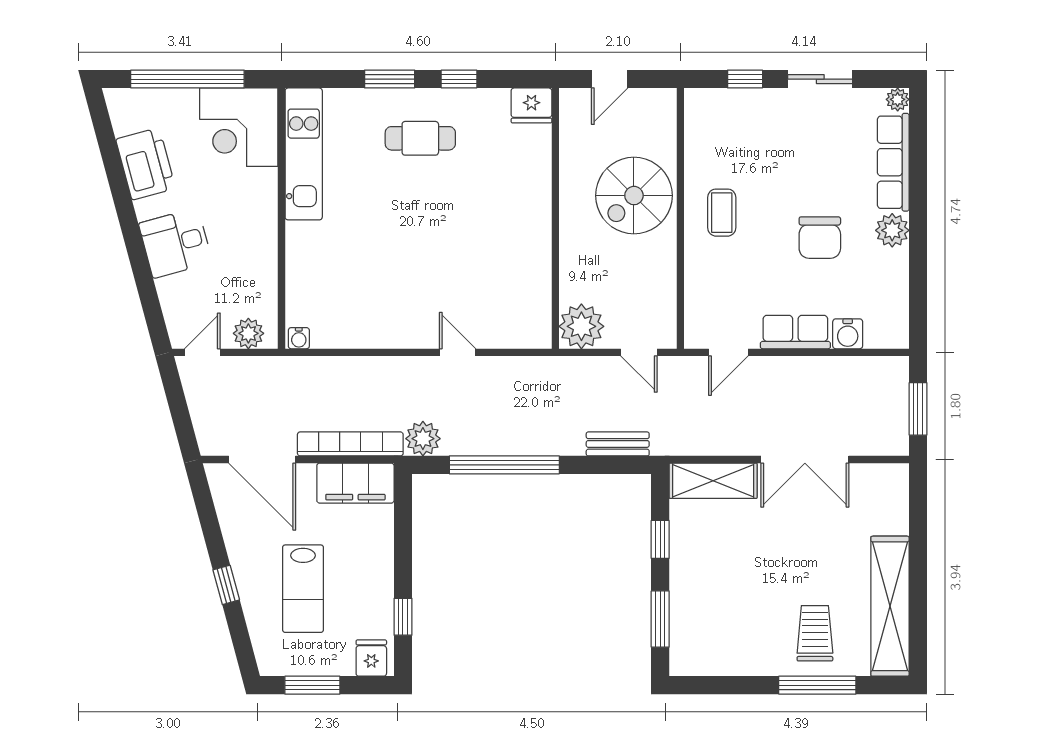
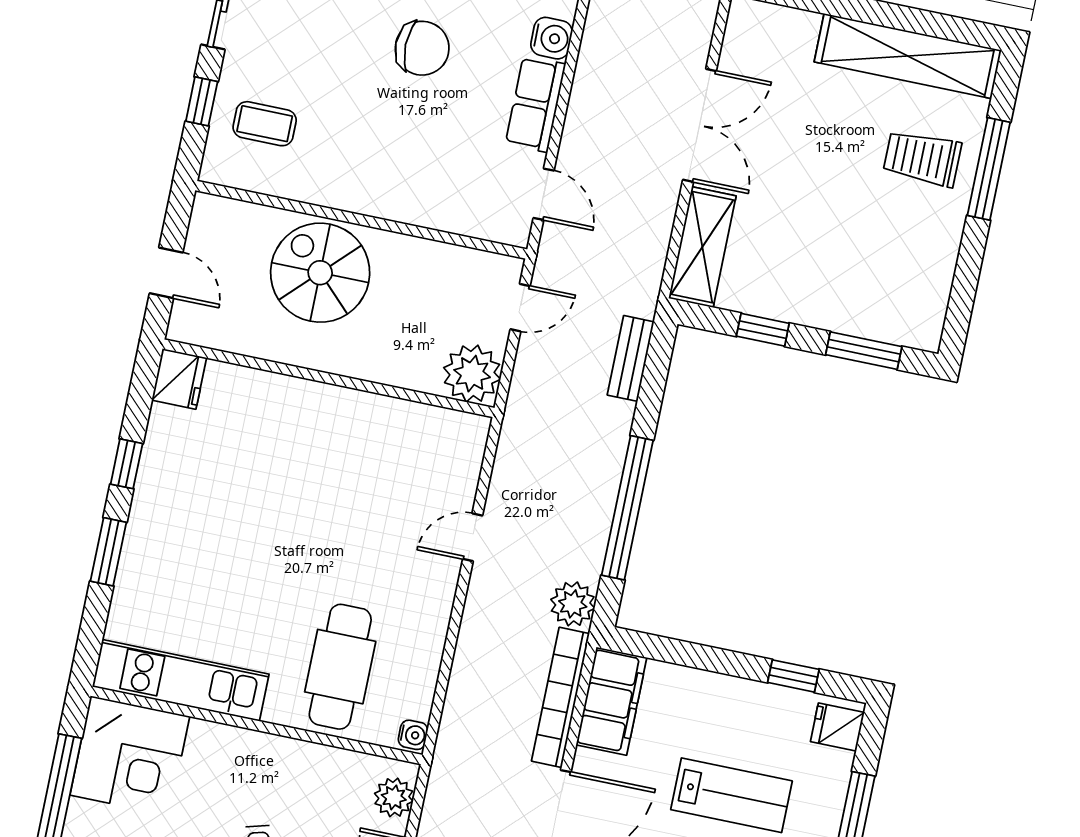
cafe table: (420, 138) -> (340, 667), moved, width x1.37, depth x1.35
spiral stairs: (634, 196) -> (320, 273), turned 180
coffee table: (722, 213) -> (265, 124), moved

